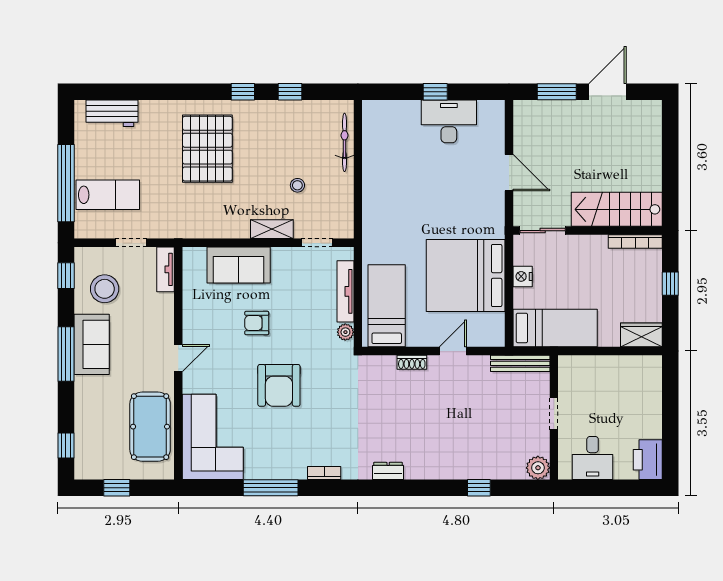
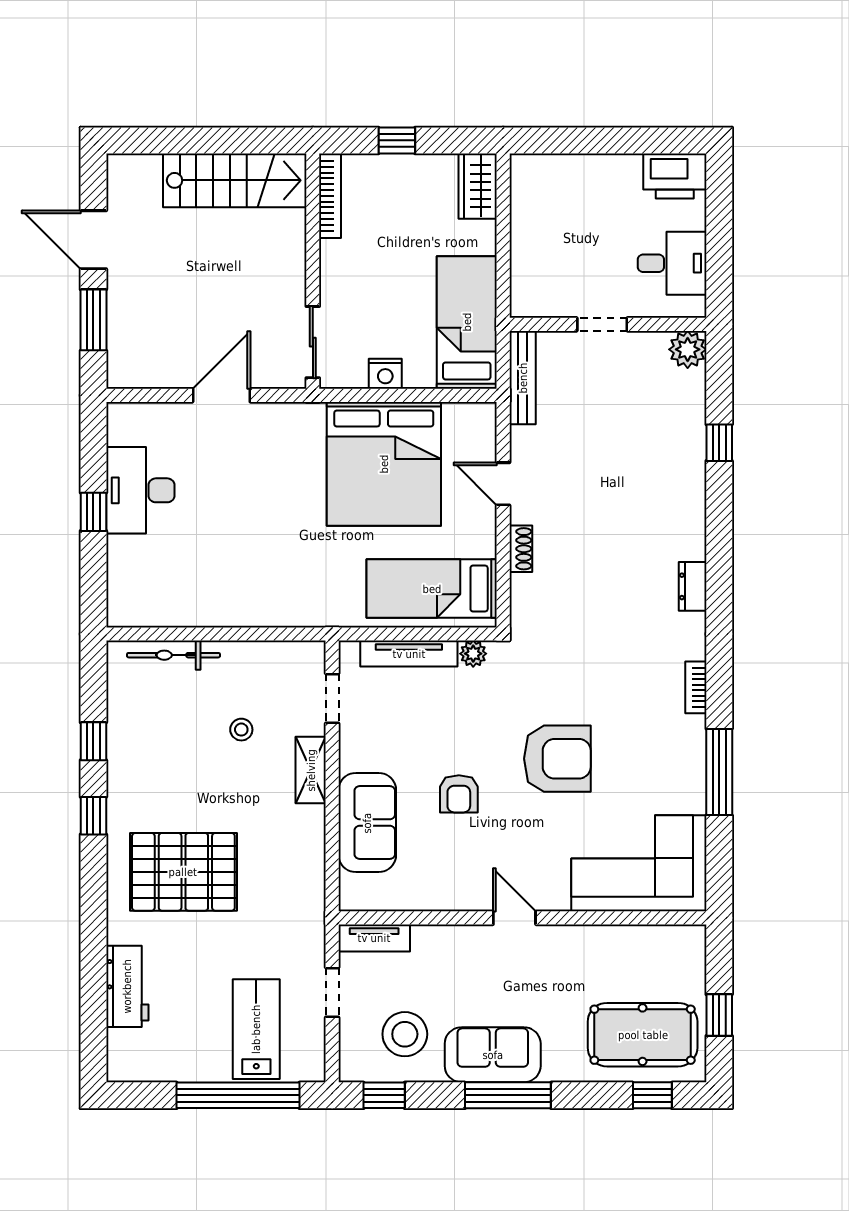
workbench: (112, 113) -> (127, 986), moved
stairs: (617, 209) -> (235, 180), moved, turned -90
pool table: (150, 427) -> (643, 1035), moved

